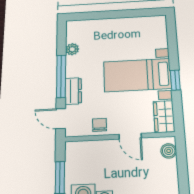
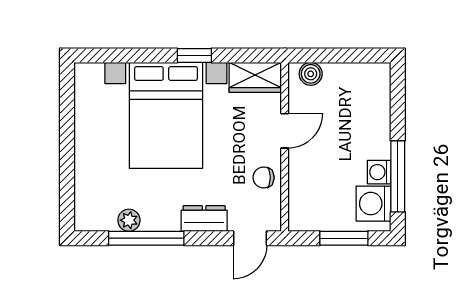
bed with nightstands: (137, 75) -> (166, 115), width x1.36
window: (61, 76) -> (146, 238), moved

